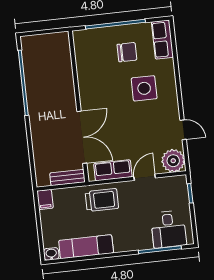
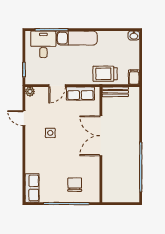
chair: (127, 52) -> (75, 185), moved, turned 90
side table: (144, 88) -> (50, 133), moved, width x0.54, depth x0.54
double door: (82, 137) -> (101, 136), moved
plant: (173, 161) -> (30, 92), width x0.53, depth x0.53
trolley: (102, 200) -> (105, 74), moved
exam couch: (86, 247) -> (77, 38), moved

